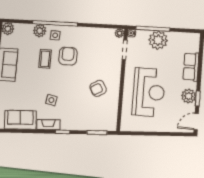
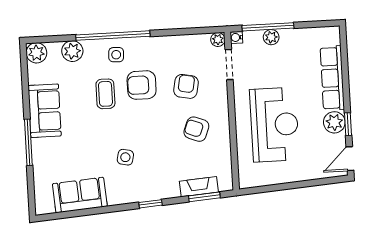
plant: (40, 31) -> (72, 51), moved
plant: (158, 40) -> (271, 37), width x0.53, depth x0.53
armchair: (68, 56) -> (142, 85), turned -90
armchair: (95, 60) -> (186, 86), added
row of seats: (191, 67) -> (332, 78), width x1.48
armchair: (98, 88) -> (196, 129), turned 51
fireplace: (48, 125) -> (199, 187), moved

